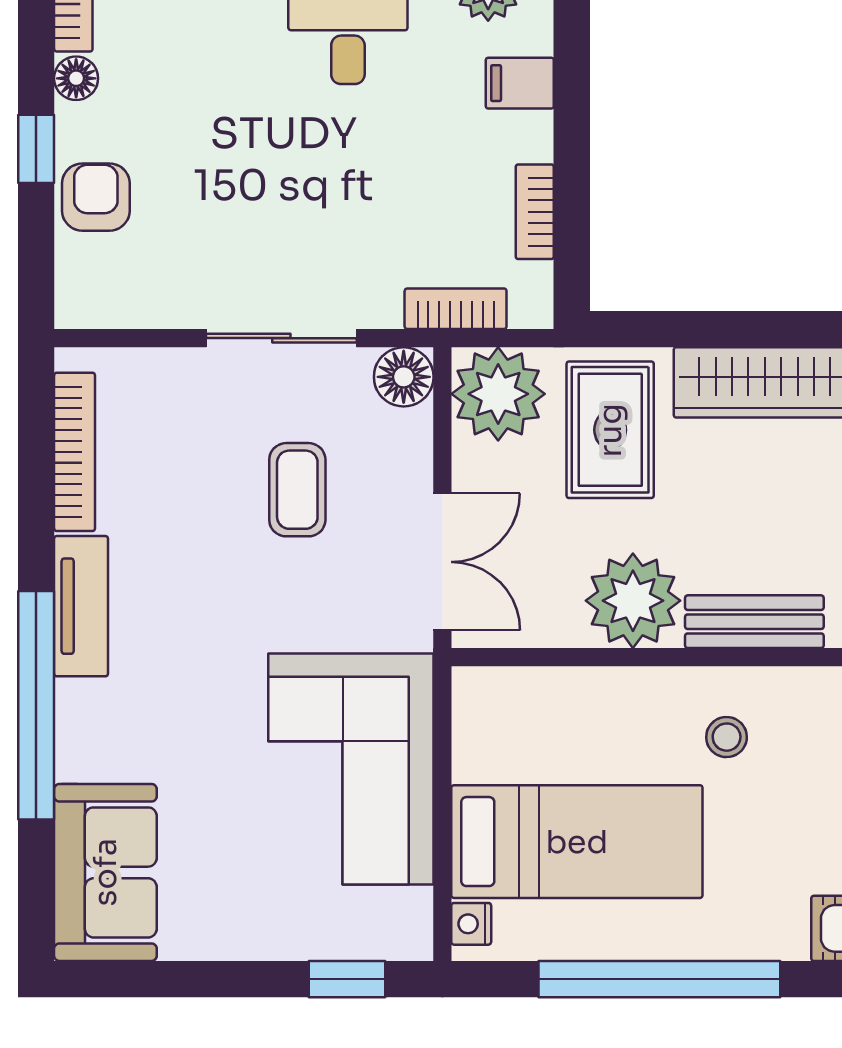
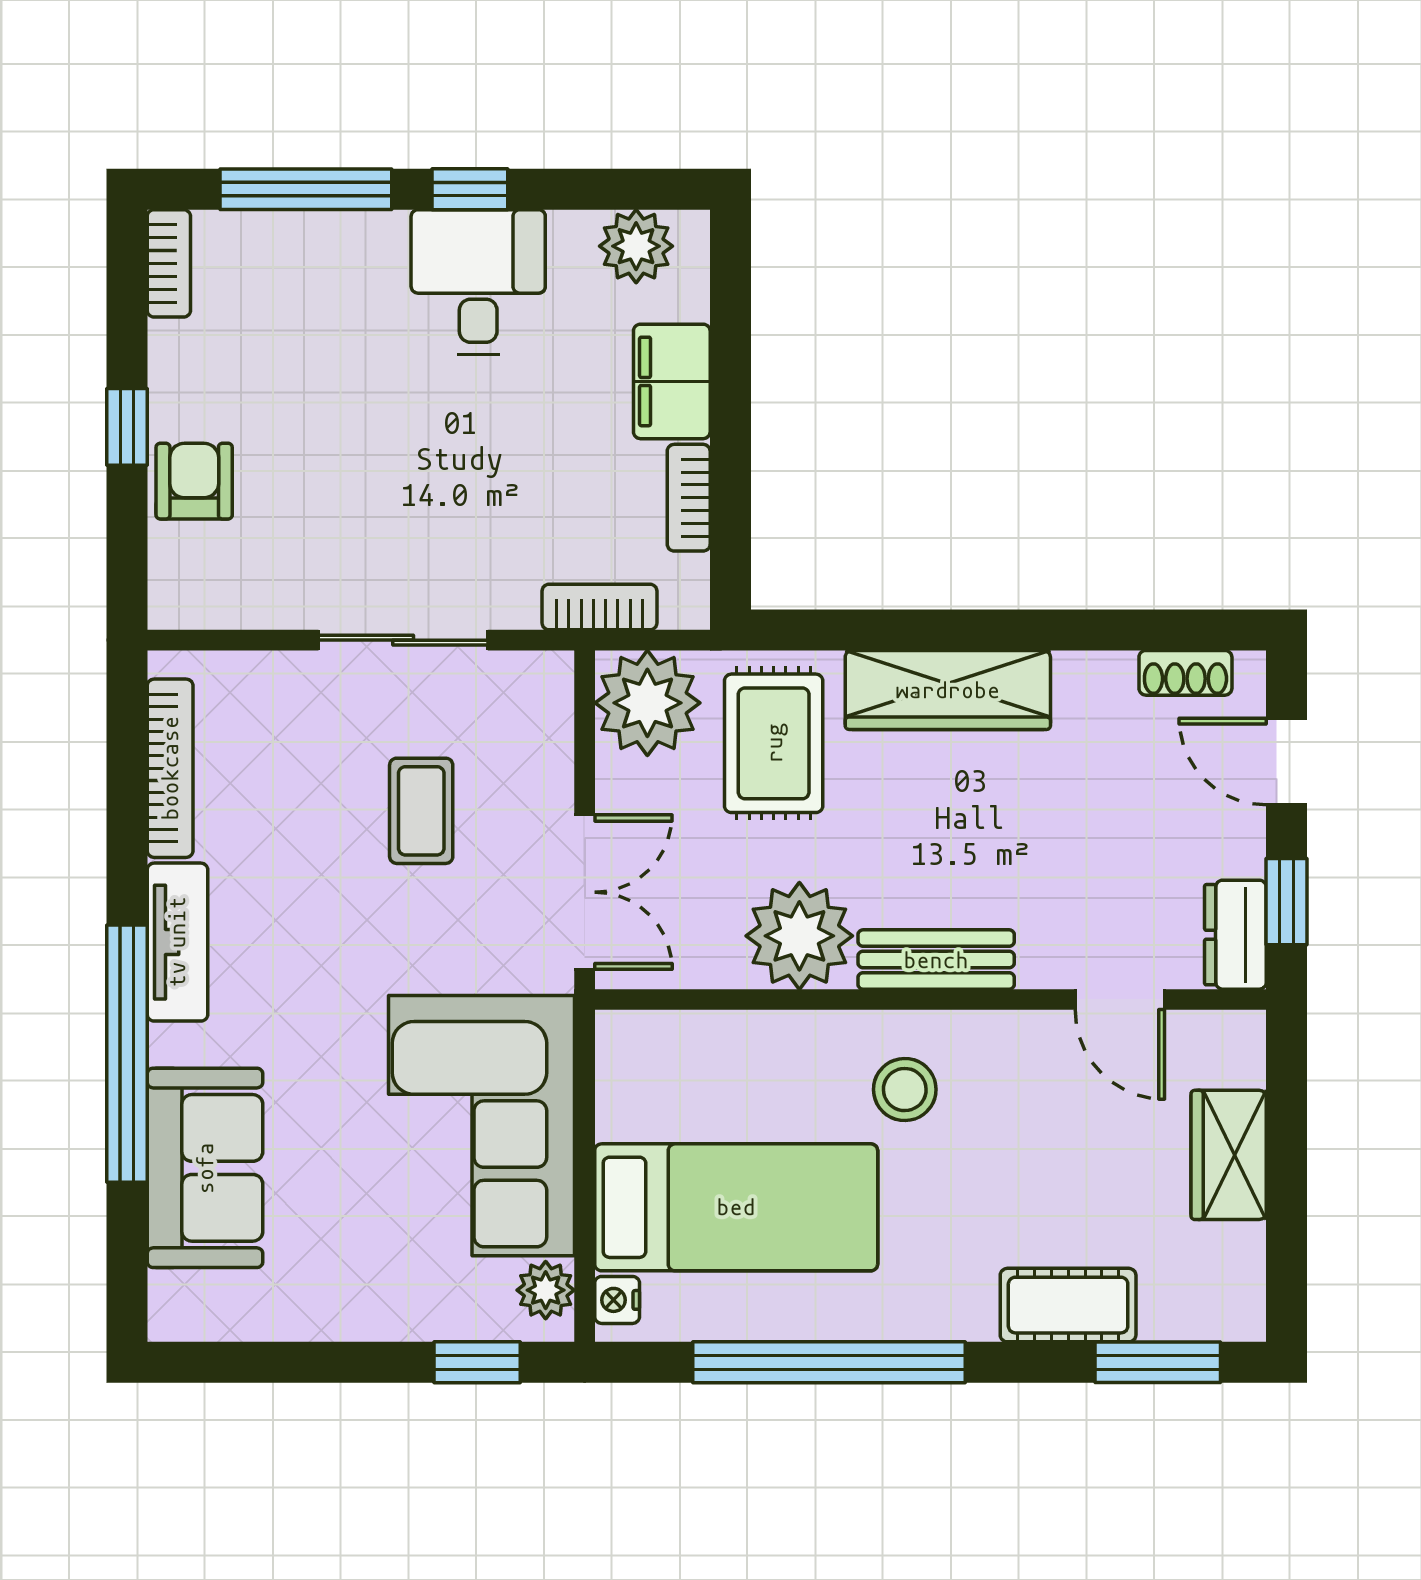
floor lamp: (76, 78) -> (172, 347), removed
filing cabinet: (520, 83) -> (672, 381), width x2.00
floor lamp: (404, 377) -> (541, 684), removed
stool: (727, 737) -> (905, 1090), width x1.37, depth x1.37
sofa: (105, 872) -> (205, 1168), moved
plant: (408, 915) -> (546, 1290), added

